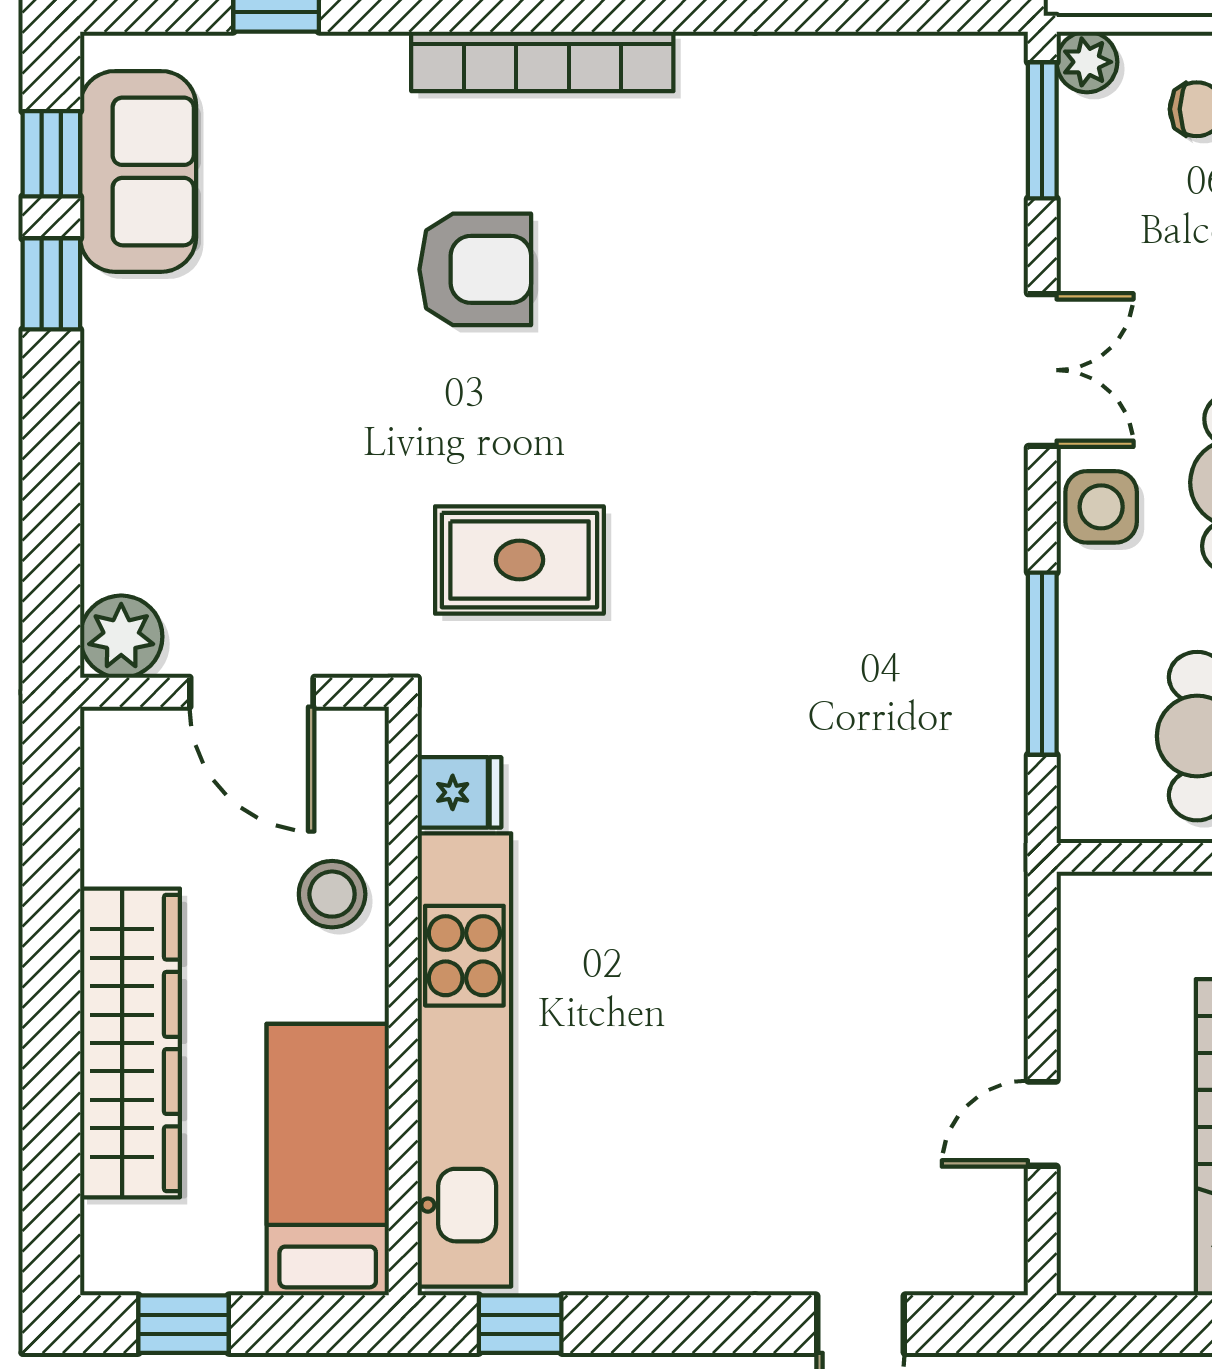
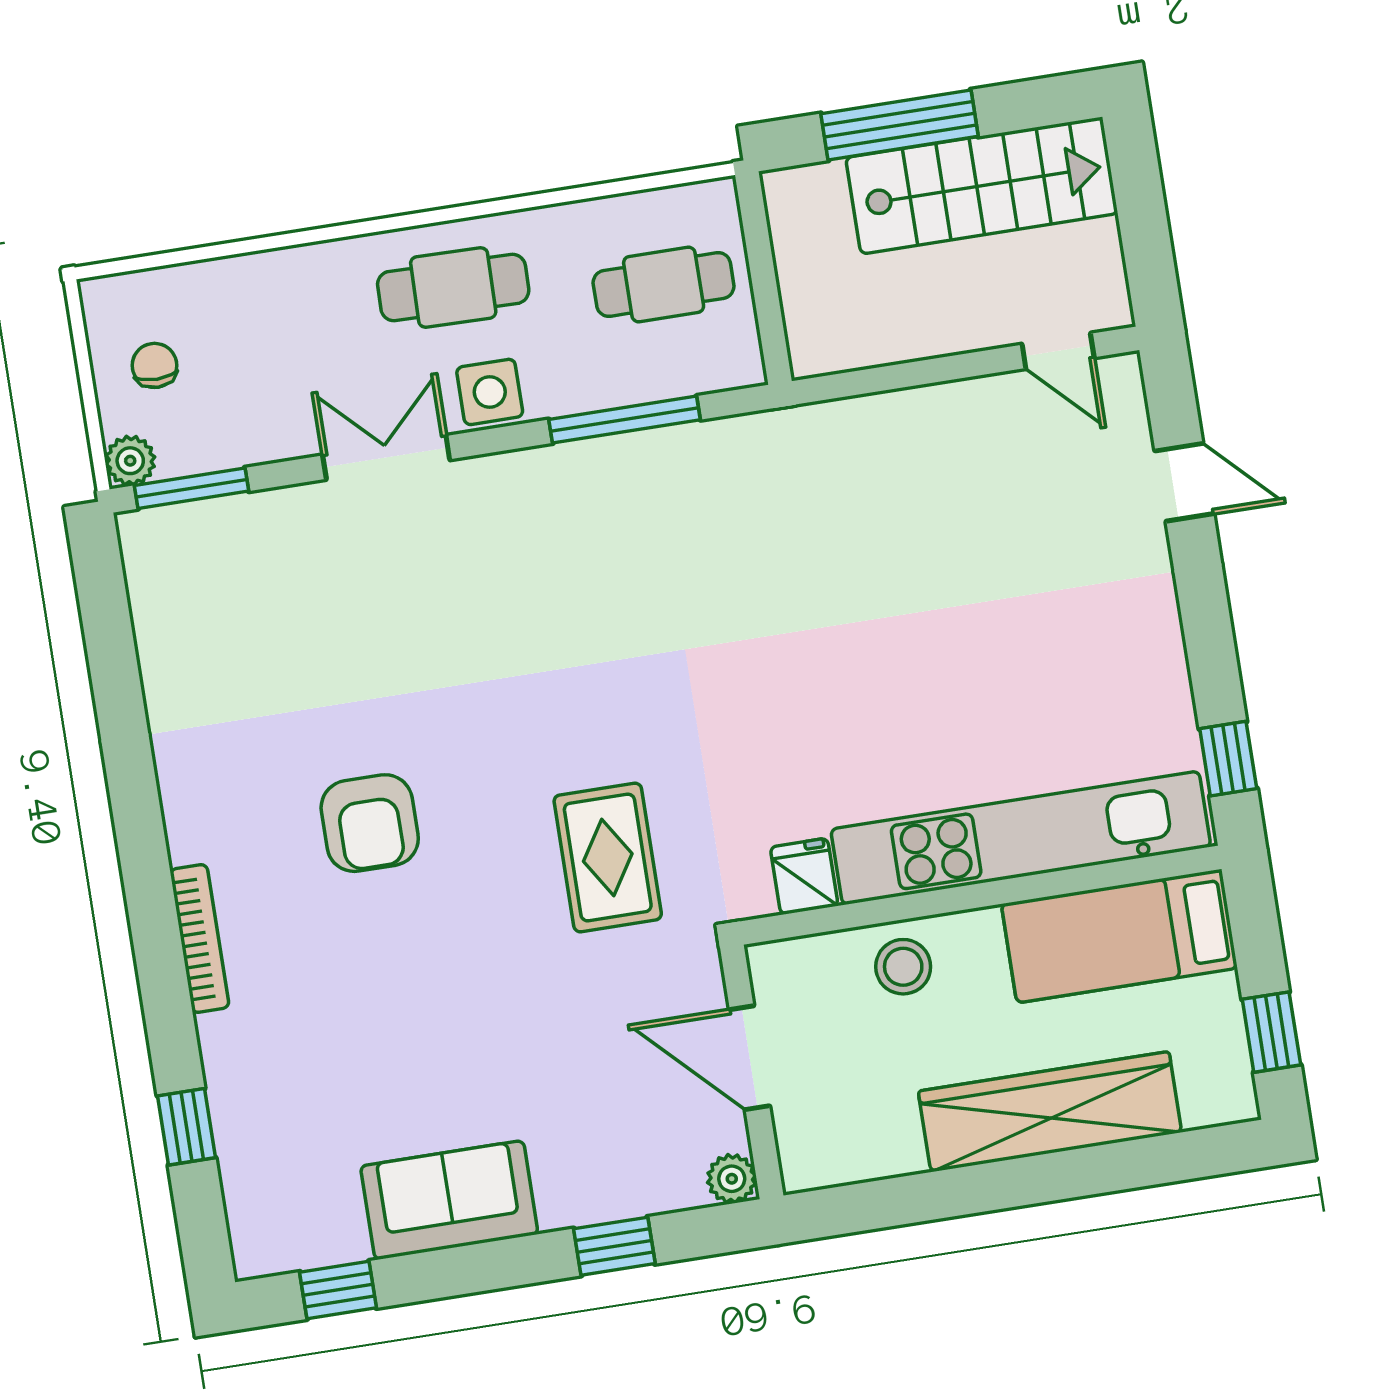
bookcase: (542, 61) -> (200, 939), width x0.68, depth x0.76
sofa: (138, 171) -> (449, 1200), moved
armchair: (475, 269) -> (370, 823), moved, turned 180
window: (51, 284) -> (614, 1246), moved
plant: (121, 637) -> (732, 1179), width x0.73, depth x0.73
door: (252, 692) -> (749, 1058), swing flipped
door: (1042, 1124) -> (1058, 351), moved

